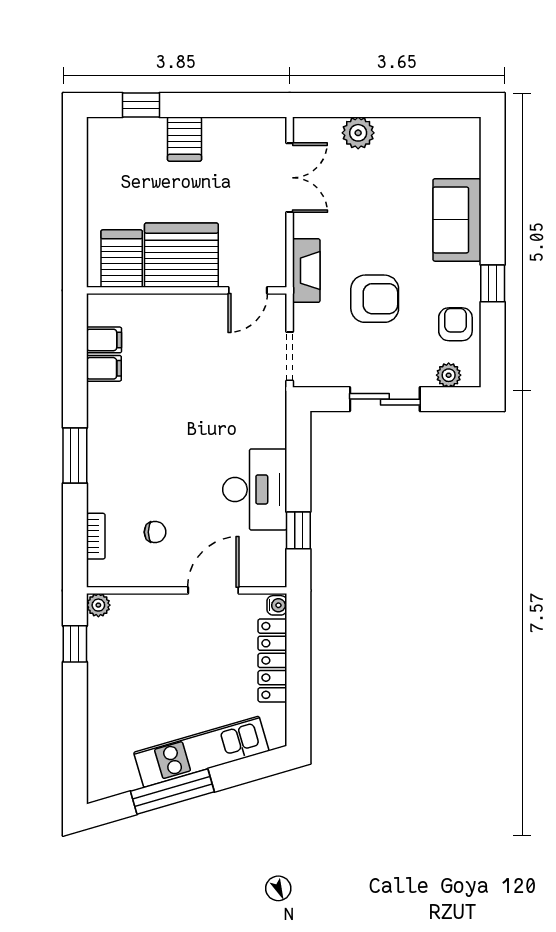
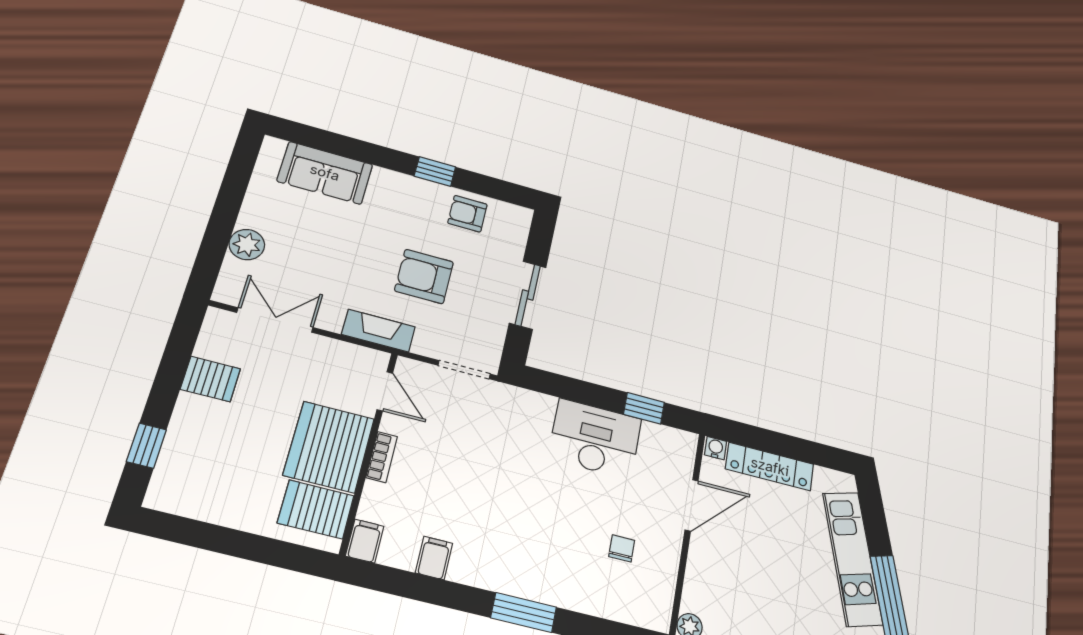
server rack: (185, 139) -> (210, 379), moved
sofa: (457, 220) -> (325, 173), moved
armchair: (375, 299) -> (424, 276), turned -90
filing cabinet: (104, 340) -> (365, 541), moved
plant: (449, 375) -> (516, 233), removed
bookcase: (96, 536) -> (382, 457), moved, turned 90
door: (213, 590) -> (692, 505), swing flipped

